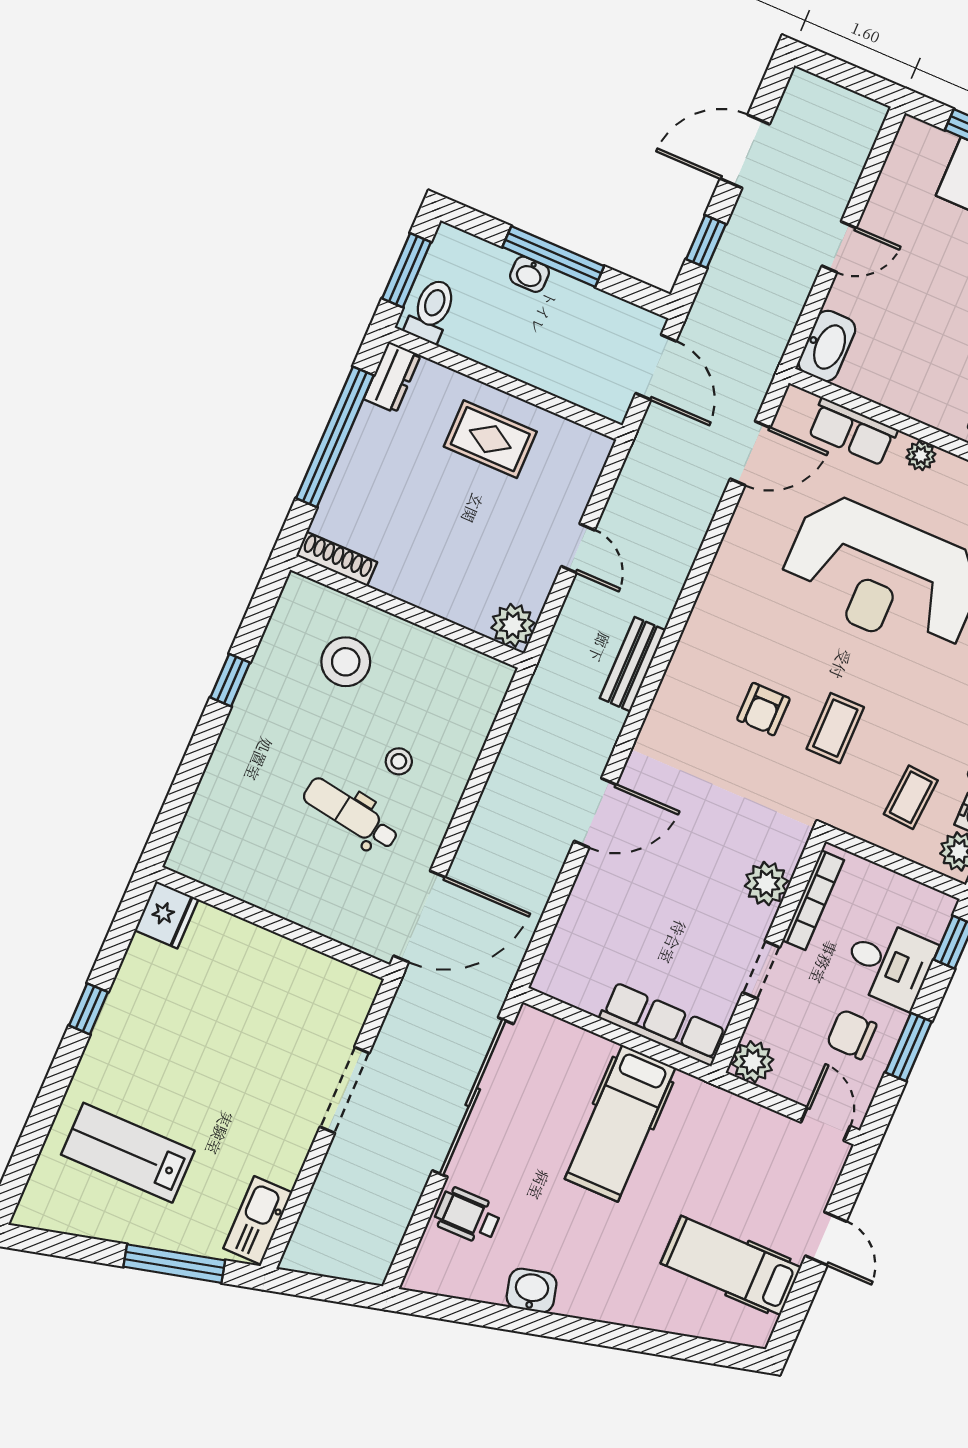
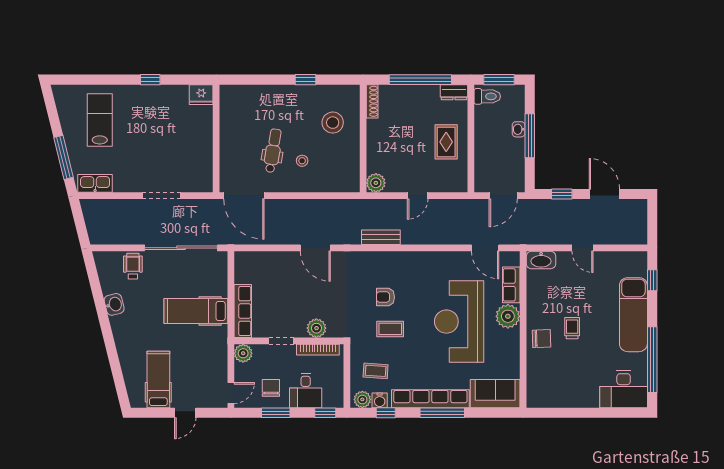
plant: (921, 456) -> (508, 316), width x1.87, depth x1.87

